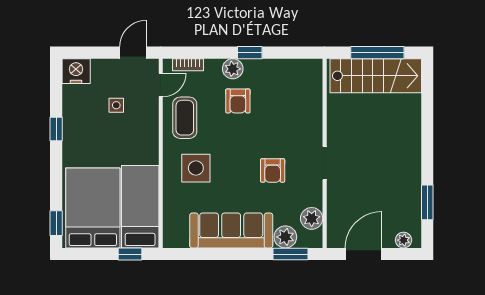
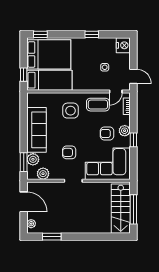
door: (161, 85) -> (116, 91), hinge flipped
corner sofa: (293, 100) -> (108, 164), added

